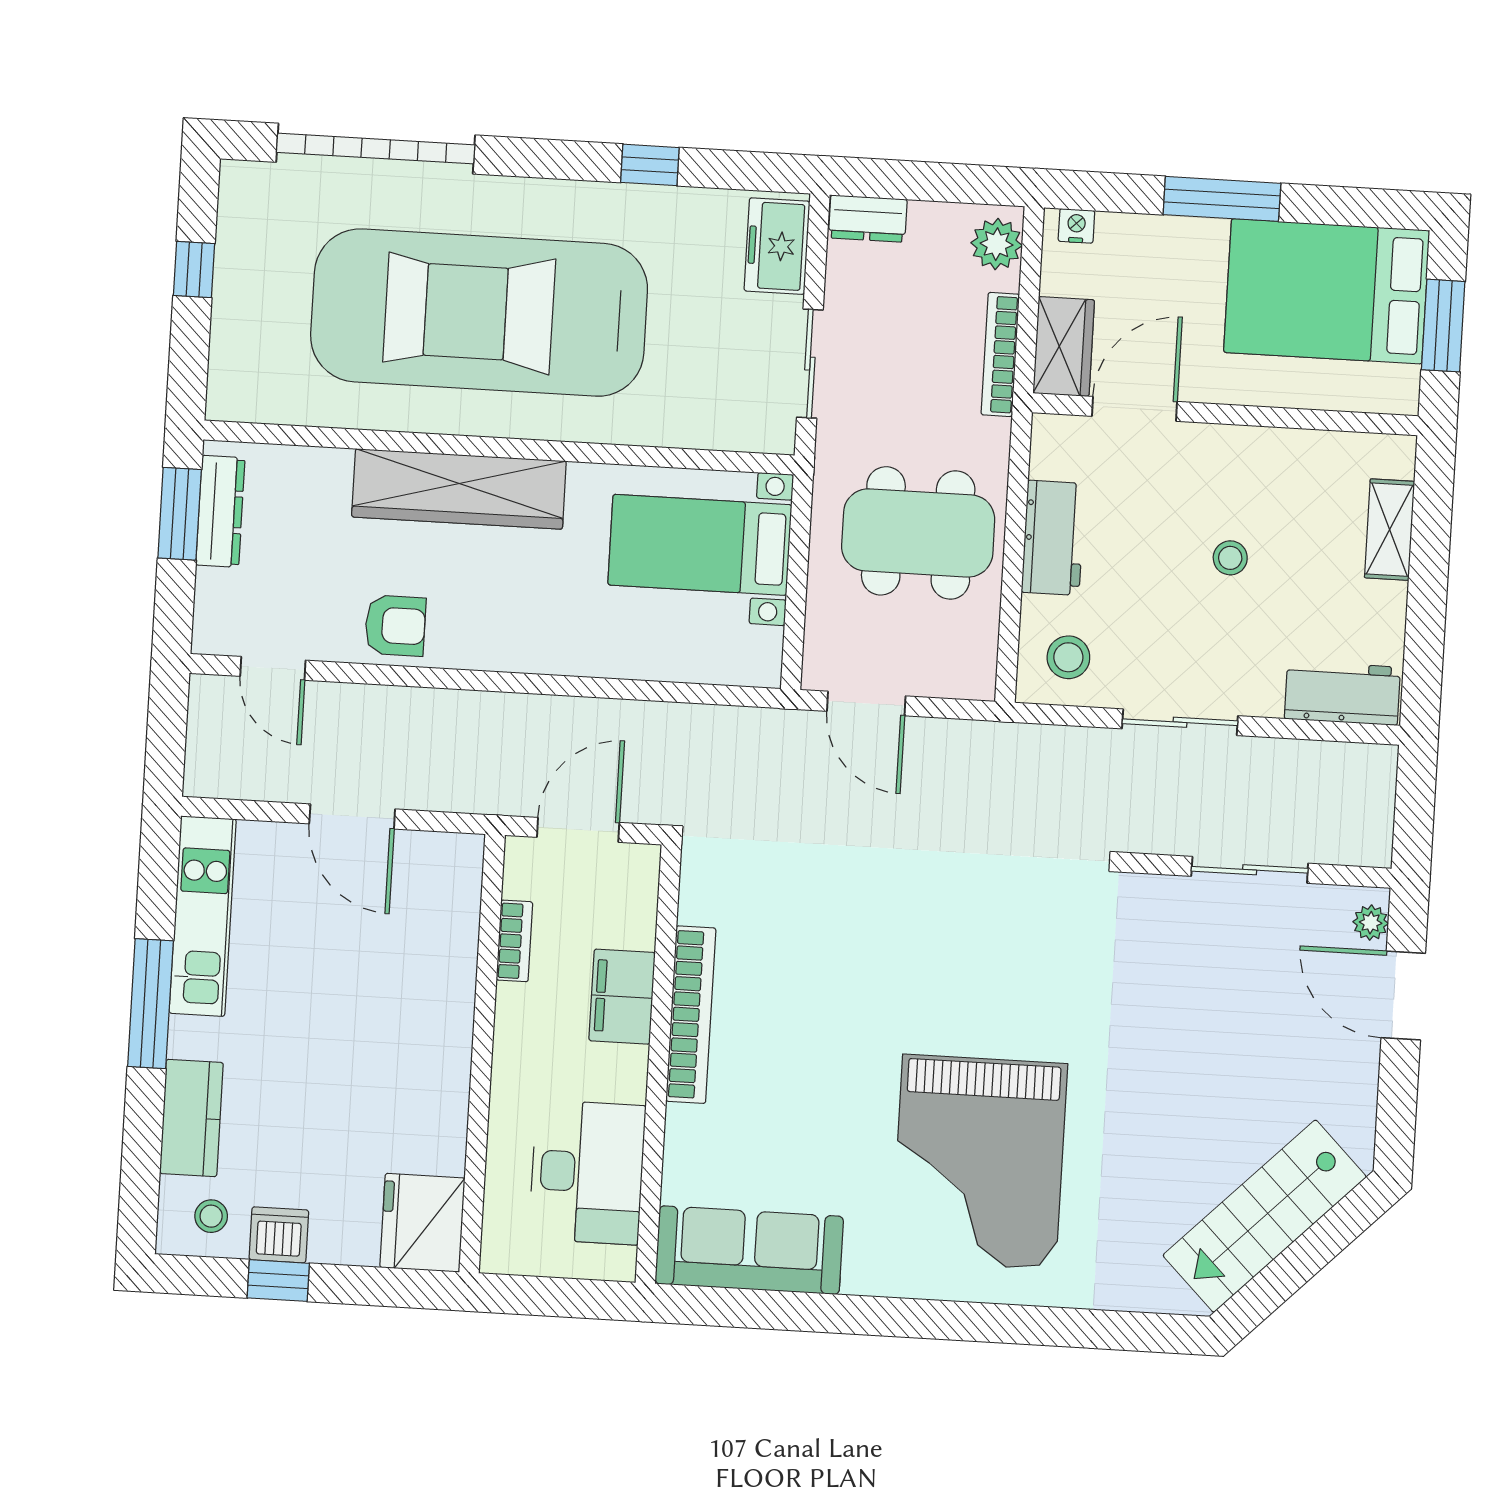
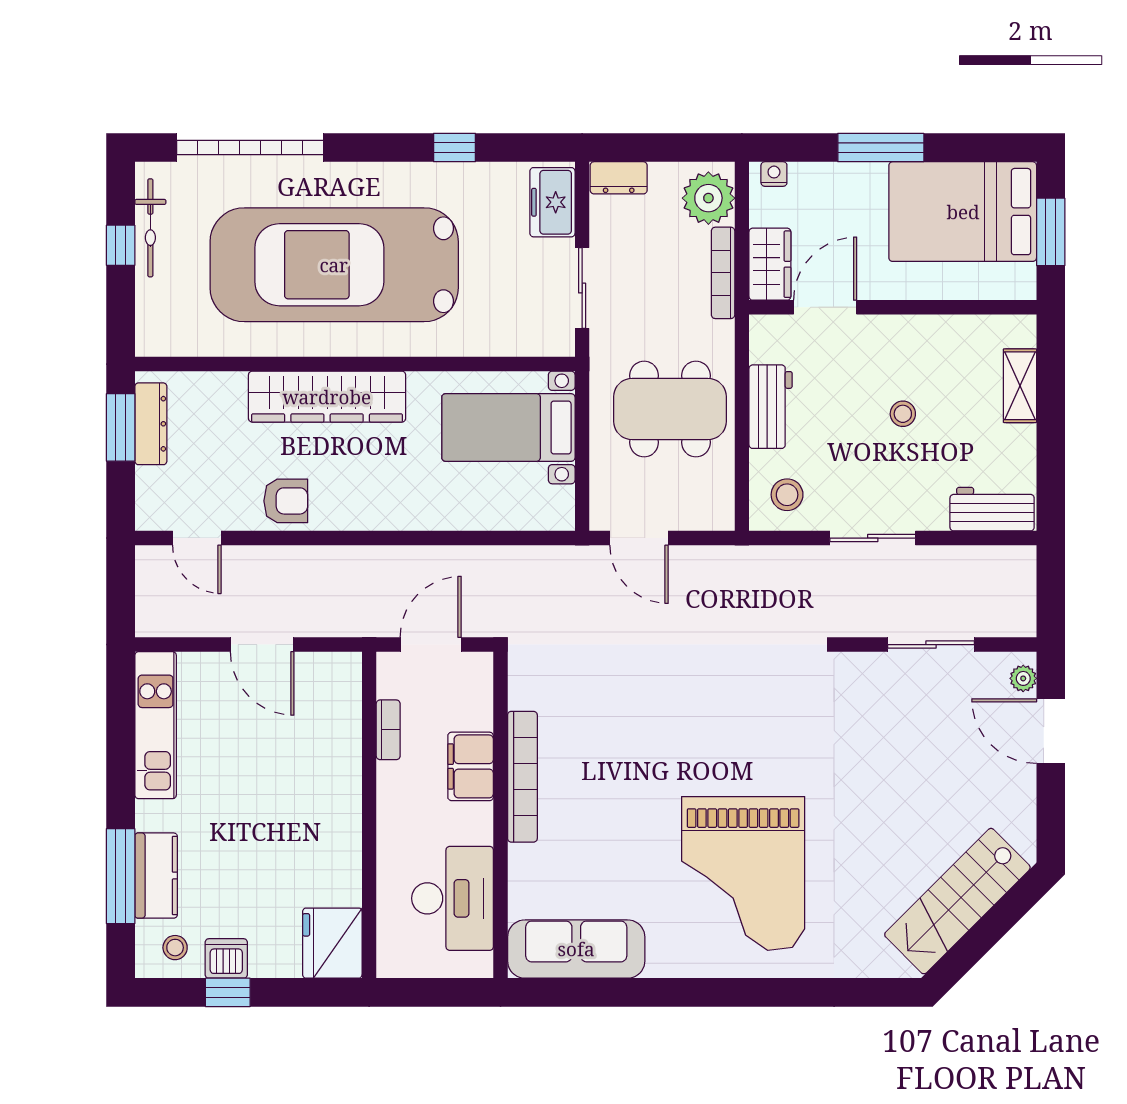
plant: (997, 244) -> (708, 198), width x1.36, depth x1.36
bicycle: (235, 248) -> (150, 228), added
window: (150, 1004) -> (121, 876), moved

